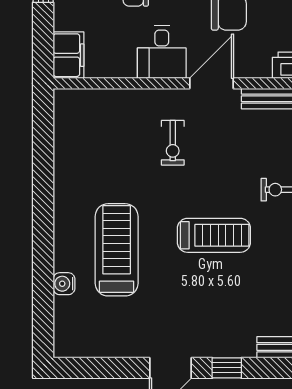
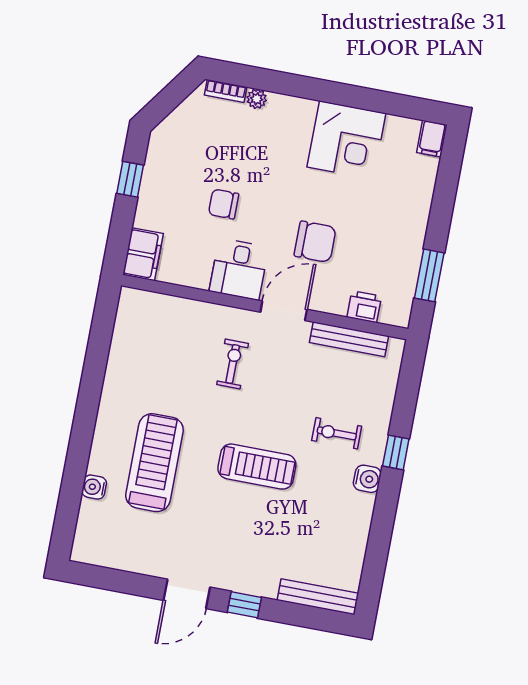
exercise bike: (173, 143) -> (233, 364), turned 180

